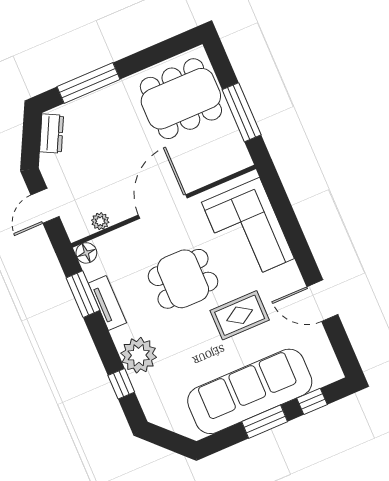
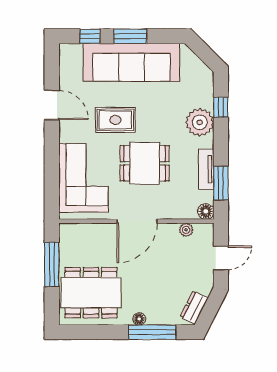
floor lamp: (111, 92) -> (139, 319), added

